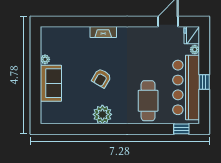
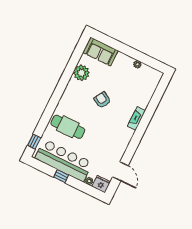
sofa: (51, 83) -> (101, 52), moved
plant: (102, 114) -> (81, 73), moved

